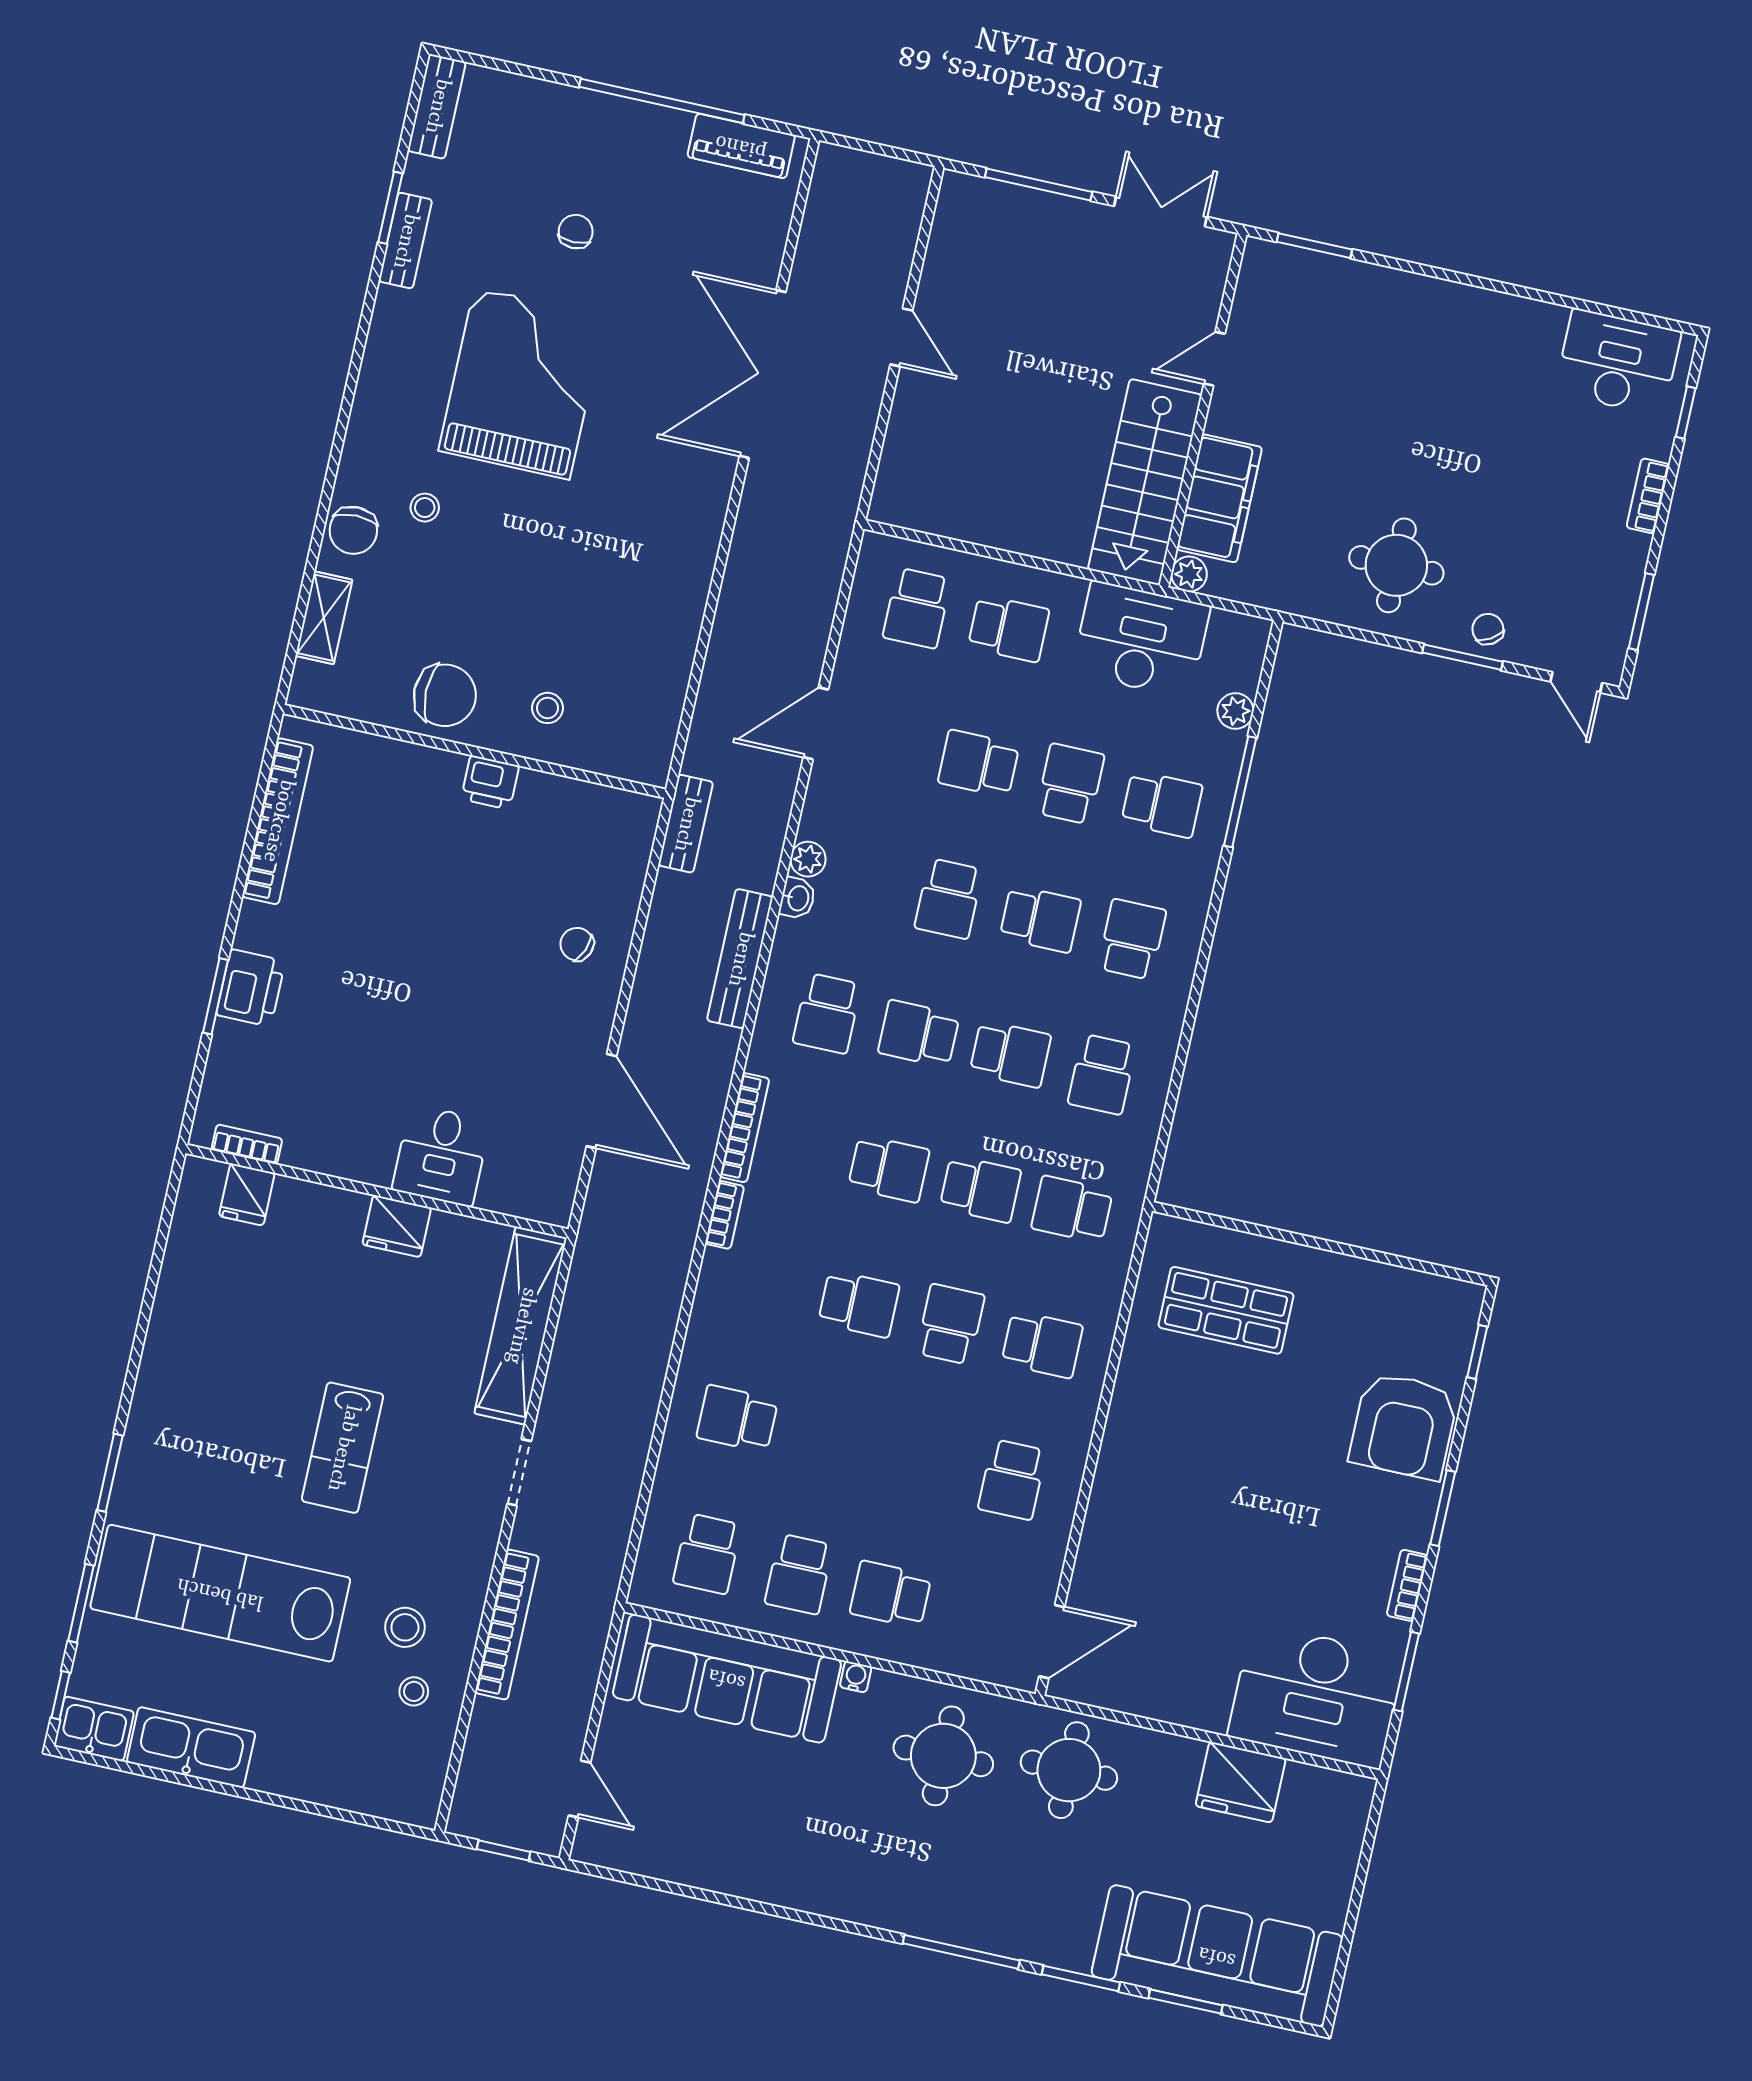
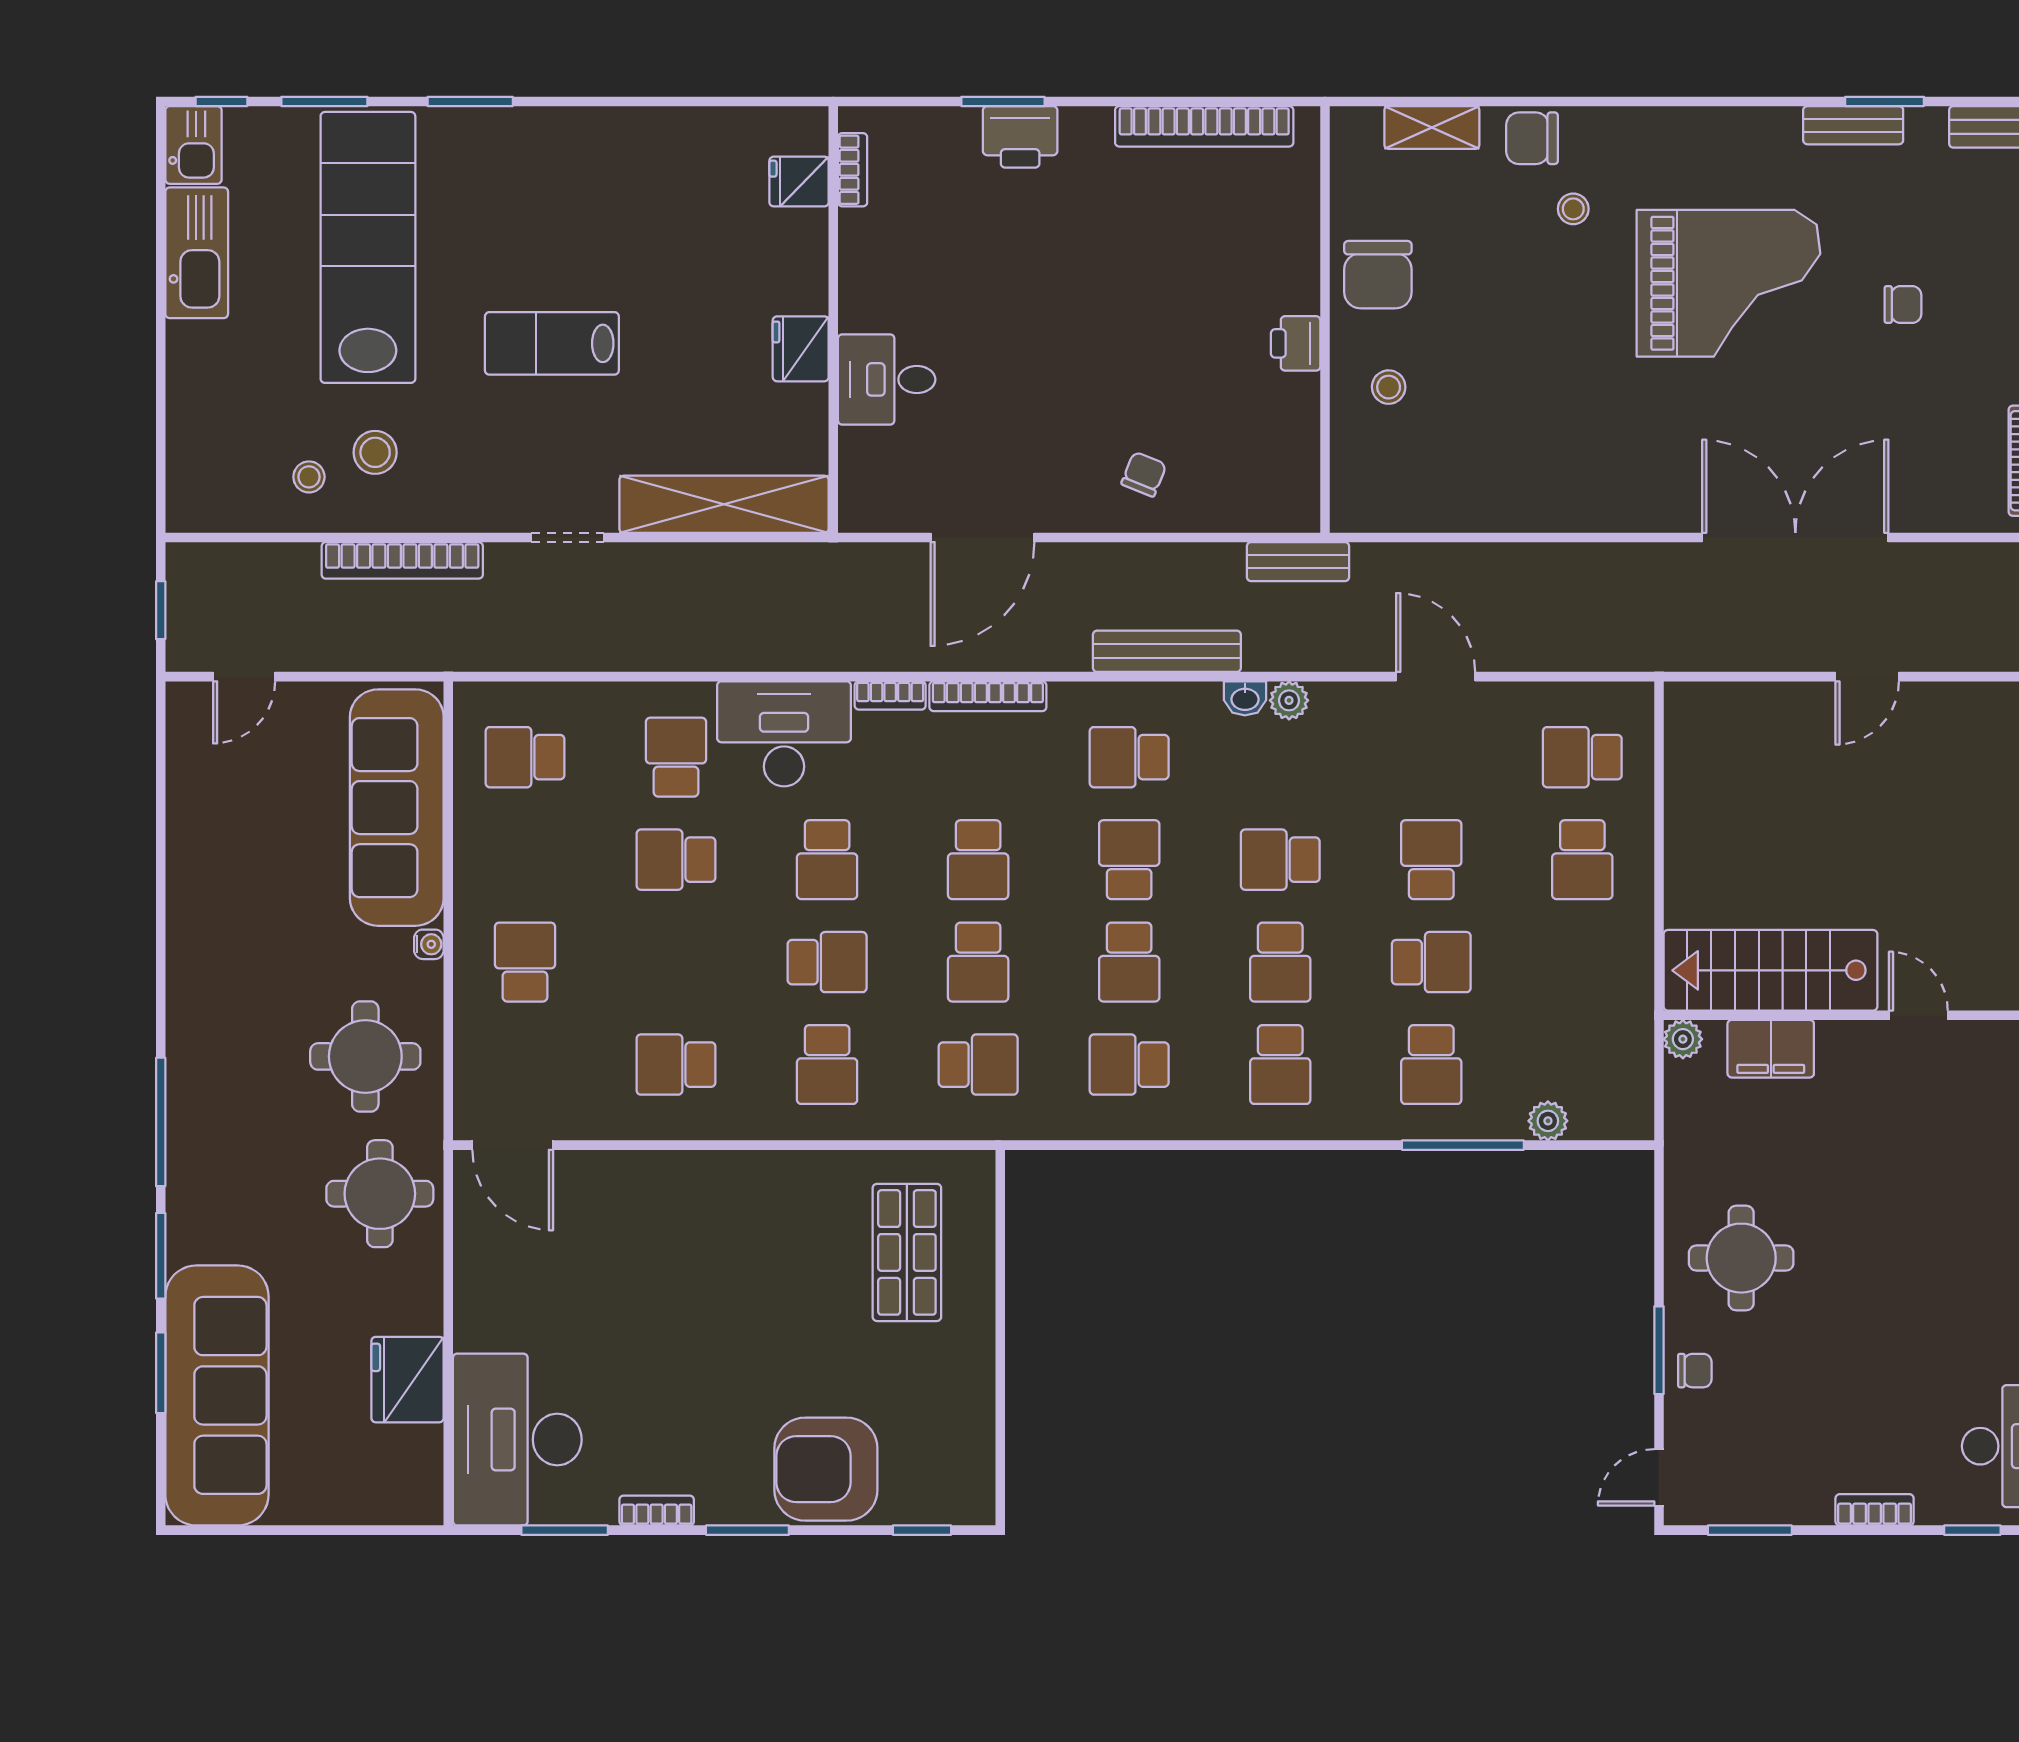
filing cabinet: (1219, 498) -> (1771, 1049), width x0.67, depth x0.86
chair: (1488, 629) -> (1695, 1371), turned 32
desk: (1141, 640) -> (784, 734), moved, turned -90
school desk: (1132, 939) -> (1280, 1065), turned 90
school desk: (1072, 1209) -> (978, 1065), turned 90
school desk: (799, 1574) -> (676, 860), moved

